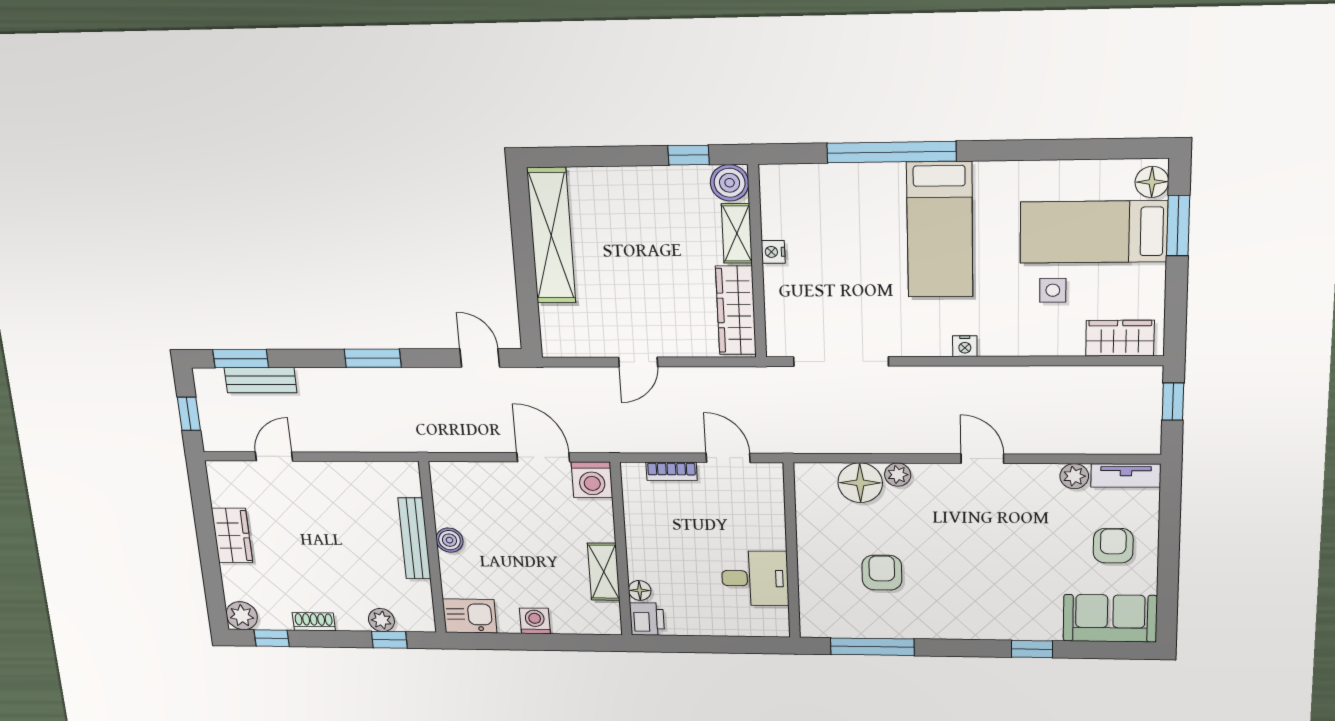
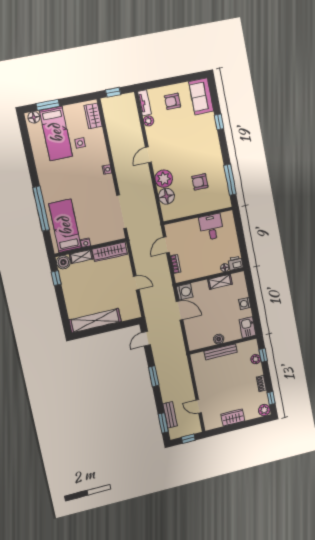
bed: (940, 230) -> (65, 226), moved, turned -90
door: (543, 457) -> (179, 310), swing flipped
plant: (898, 475) -> (164, 179), width x1.88, depth x1.88

